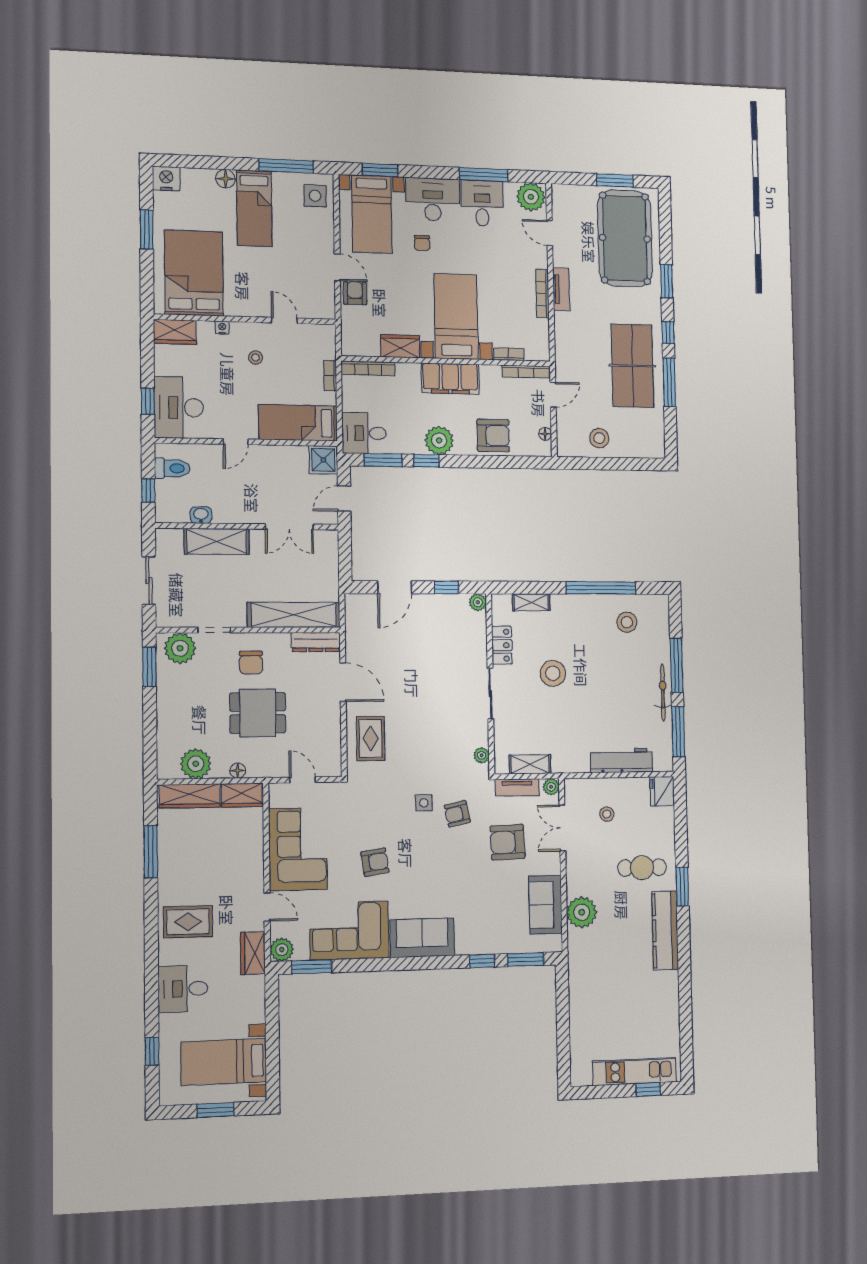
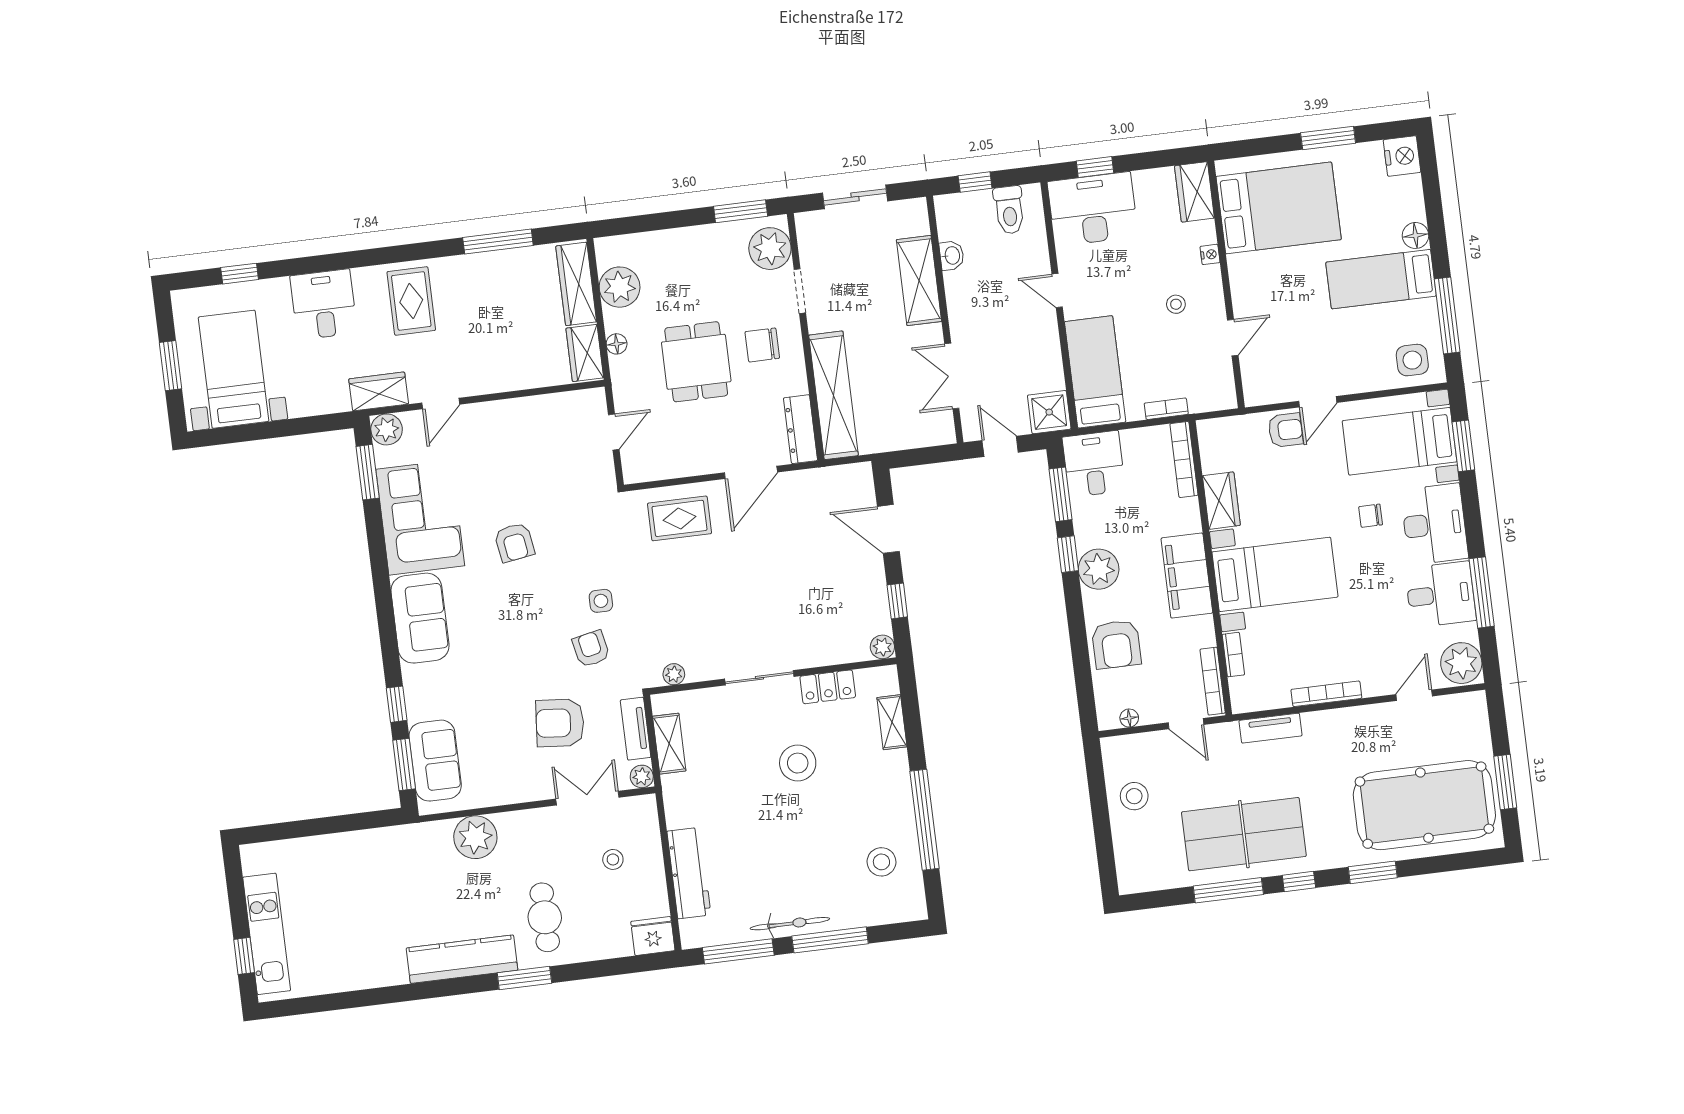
tv unit: (561, 289) -> (1271, 728), moved
armchair: (508, 842) -> (560, 723), turned -83
corner sofa: (298, 849) -> (521, 436), removed
sofa: (545, 905) -> (435, 761), moved, turned 90

